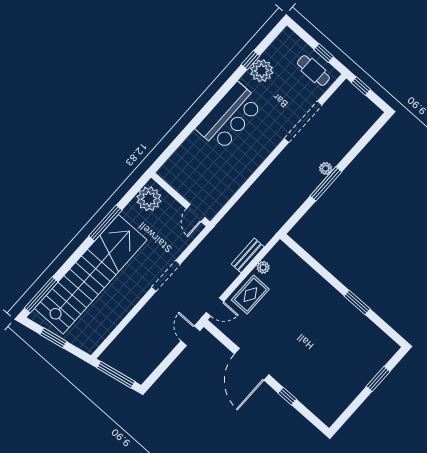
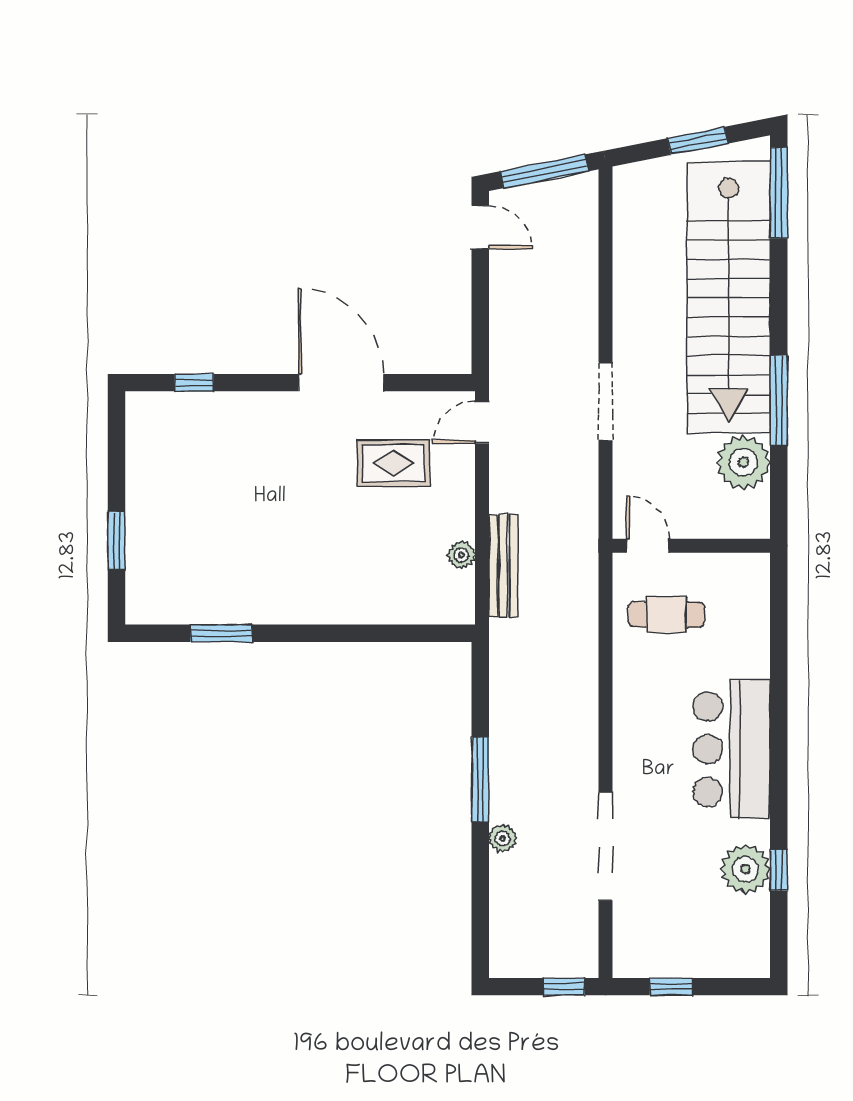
cafe table: (313, 70) -> (666, 614), moved
plant: (326, 168) -> (503, 838), moved
plant: (149, 199) -> (743, 462), moved
bench: (248, 255) -> (503, 566), width x1.36
rug: (250, 295) -> (393, 463), moved, turned 90
window: (357, 302) -> (221, 633), moved
door: (190, 336) -> (480, 227), moved
window: (287, 396) -> (194, 383), moved

